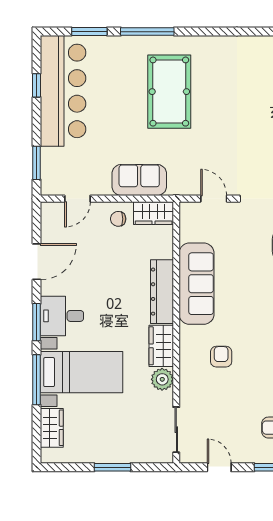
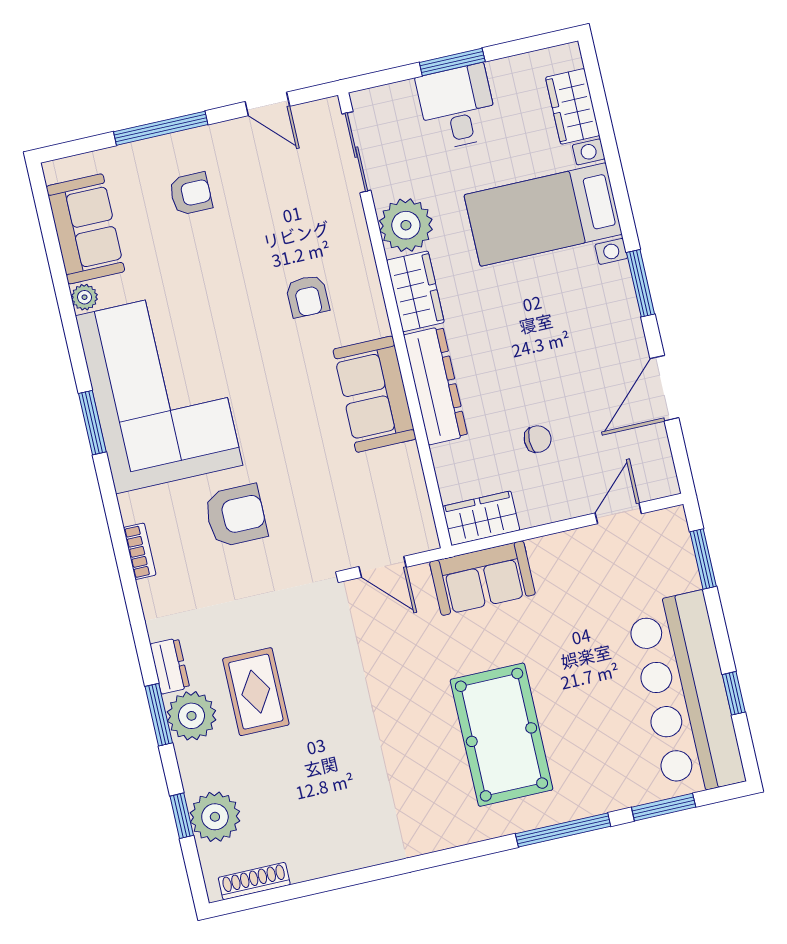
sofa: (139, 180) -> (482, 578), moved
chair: (118, 219) -> (538, 439), moved
sofa: (197, 284) -> (374, 394), width x0.73
desk: (62, 316) -> (457, 107), moved, turned -90
plant: (162, 379) -> (406, 225), width x1.36, depth x1.36
window: (37, 380) -> (618, 184), removed

